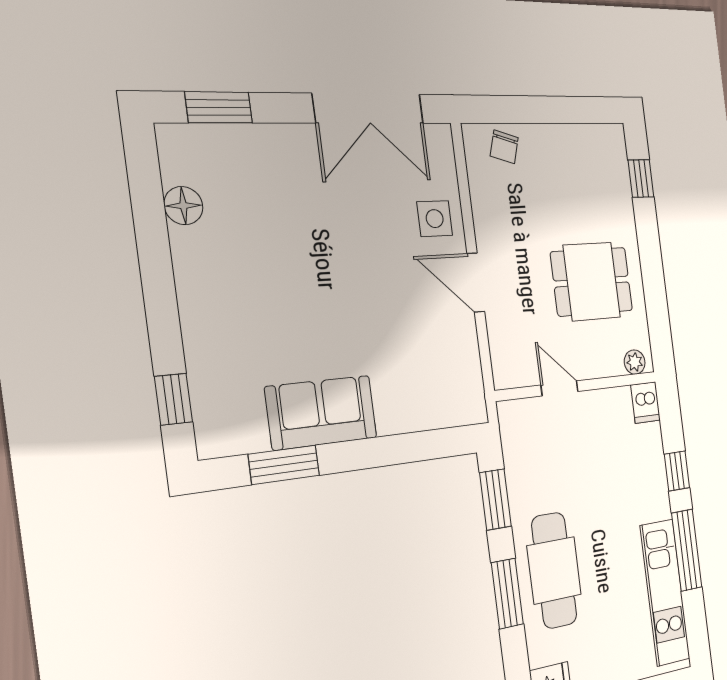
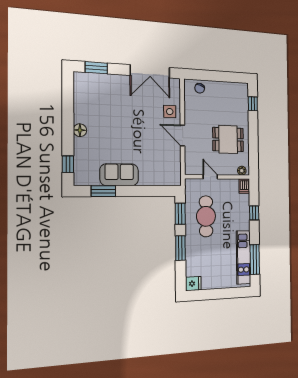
floor lamp: (183, 206) -> (80, 130), moved
window: (687, 550) -> (255, 259), moved
cafe table: (554, 570) -> (206, 216), moved

